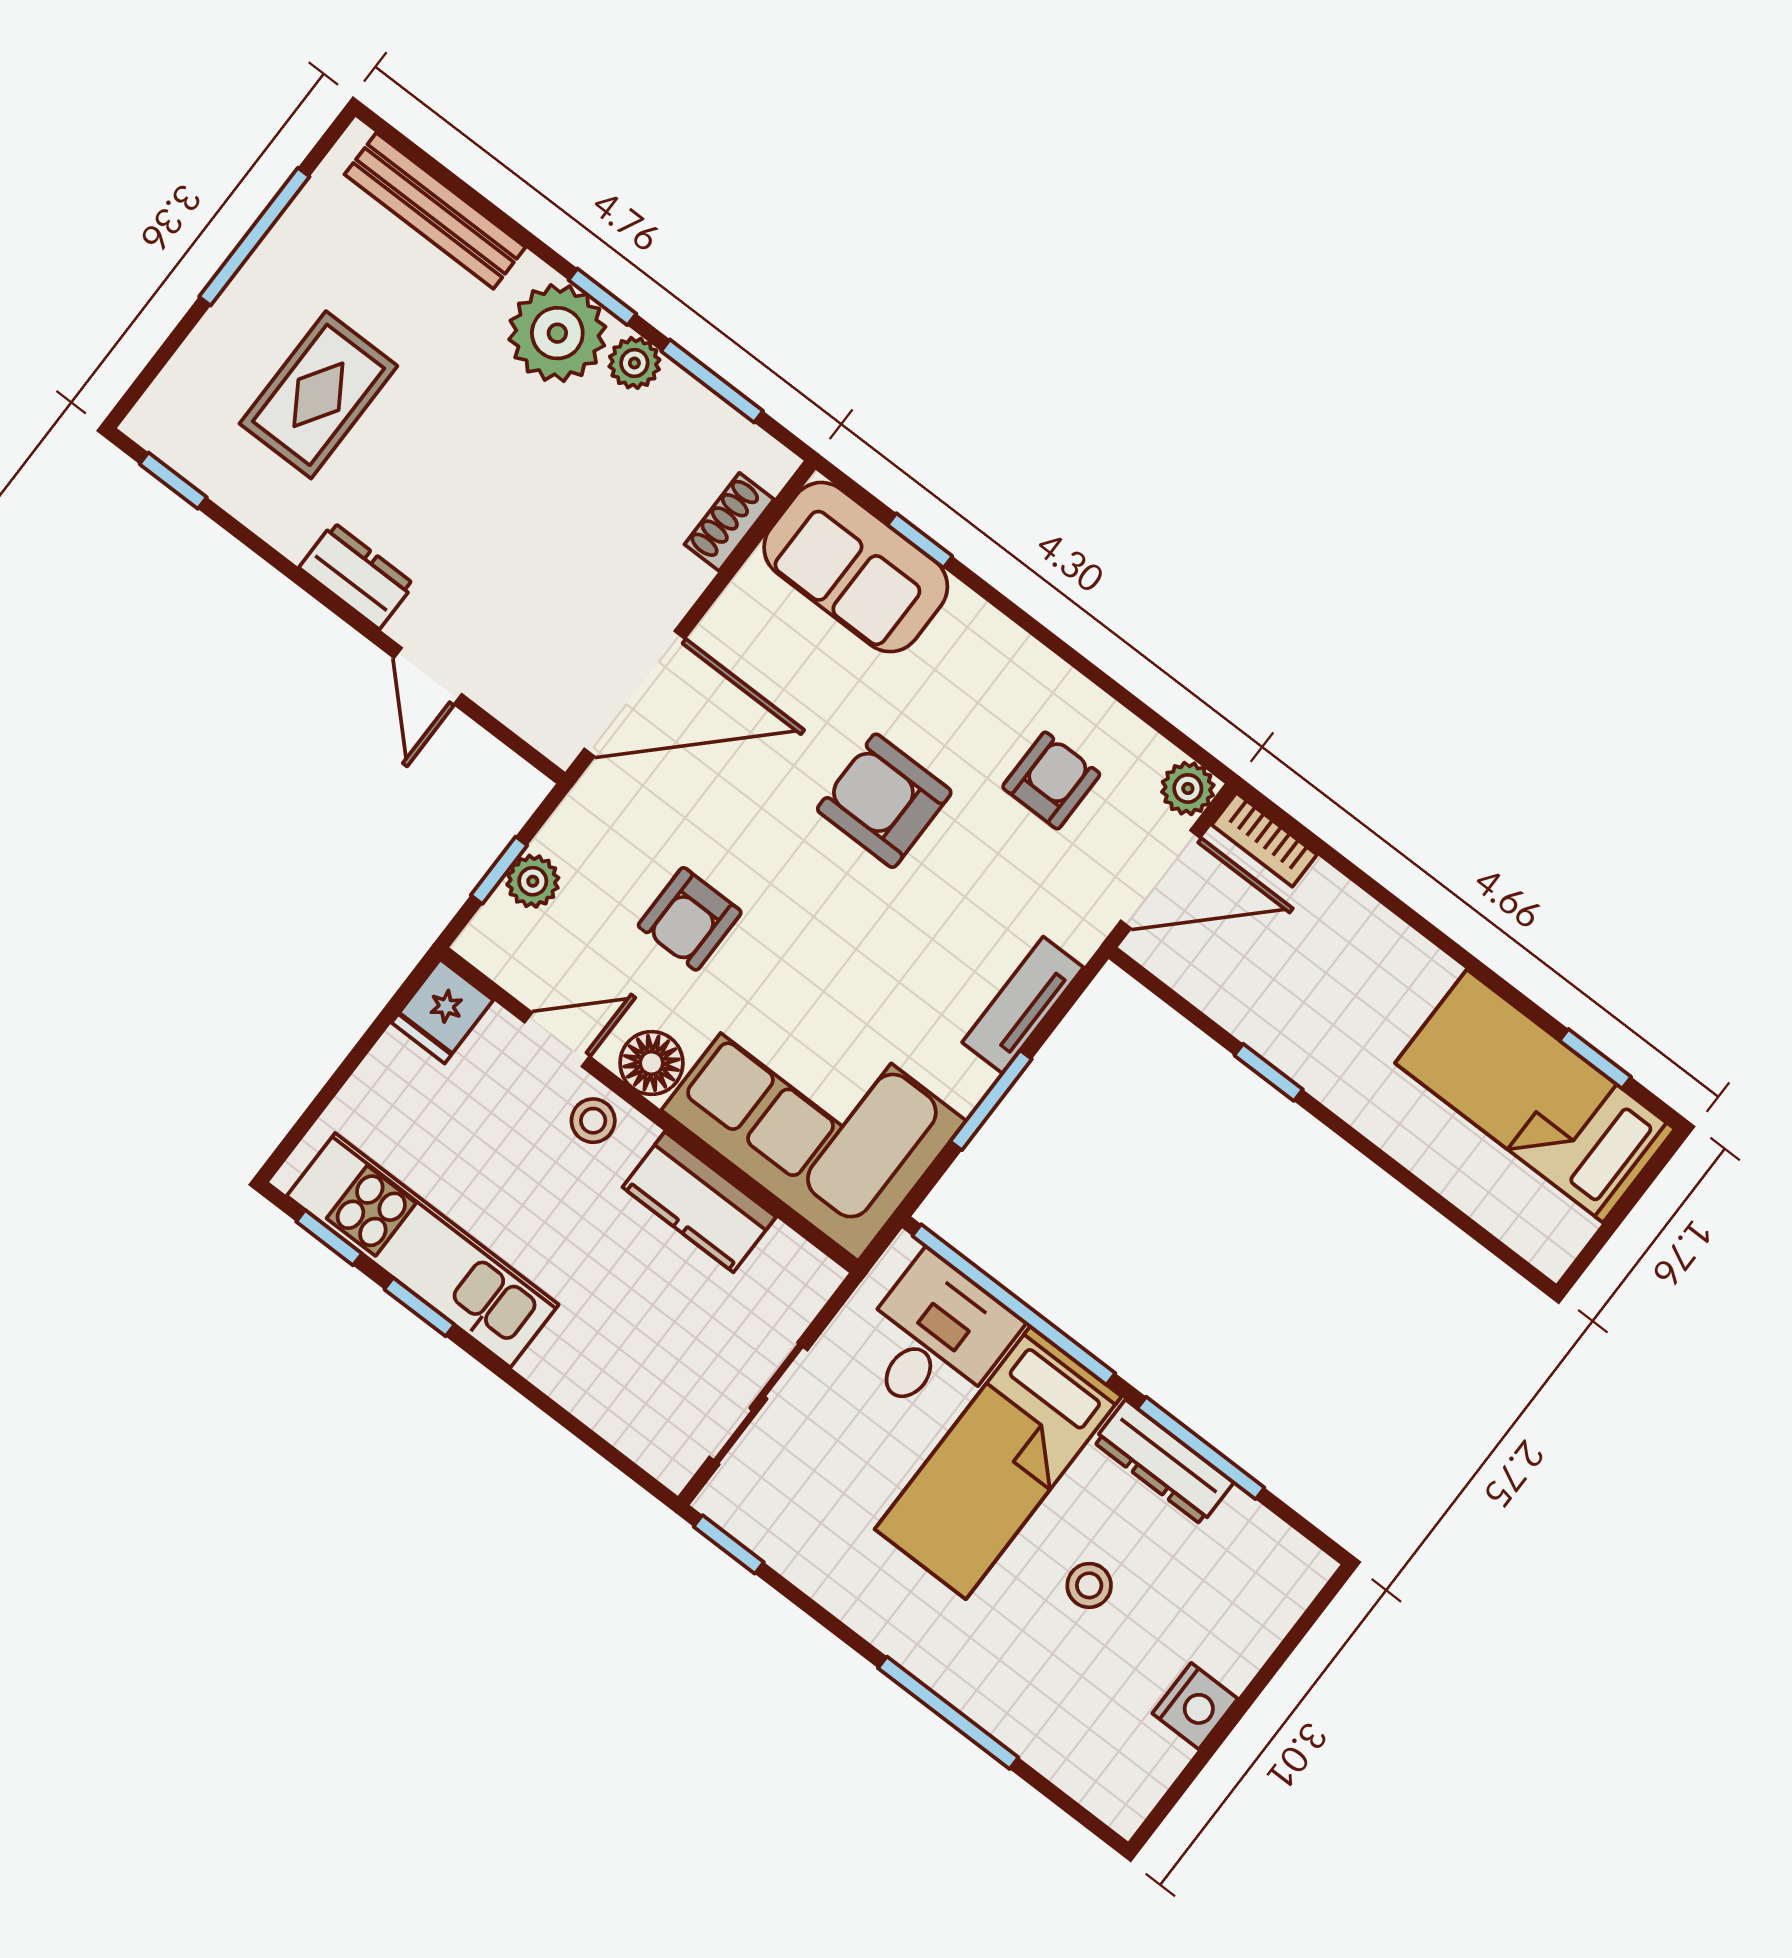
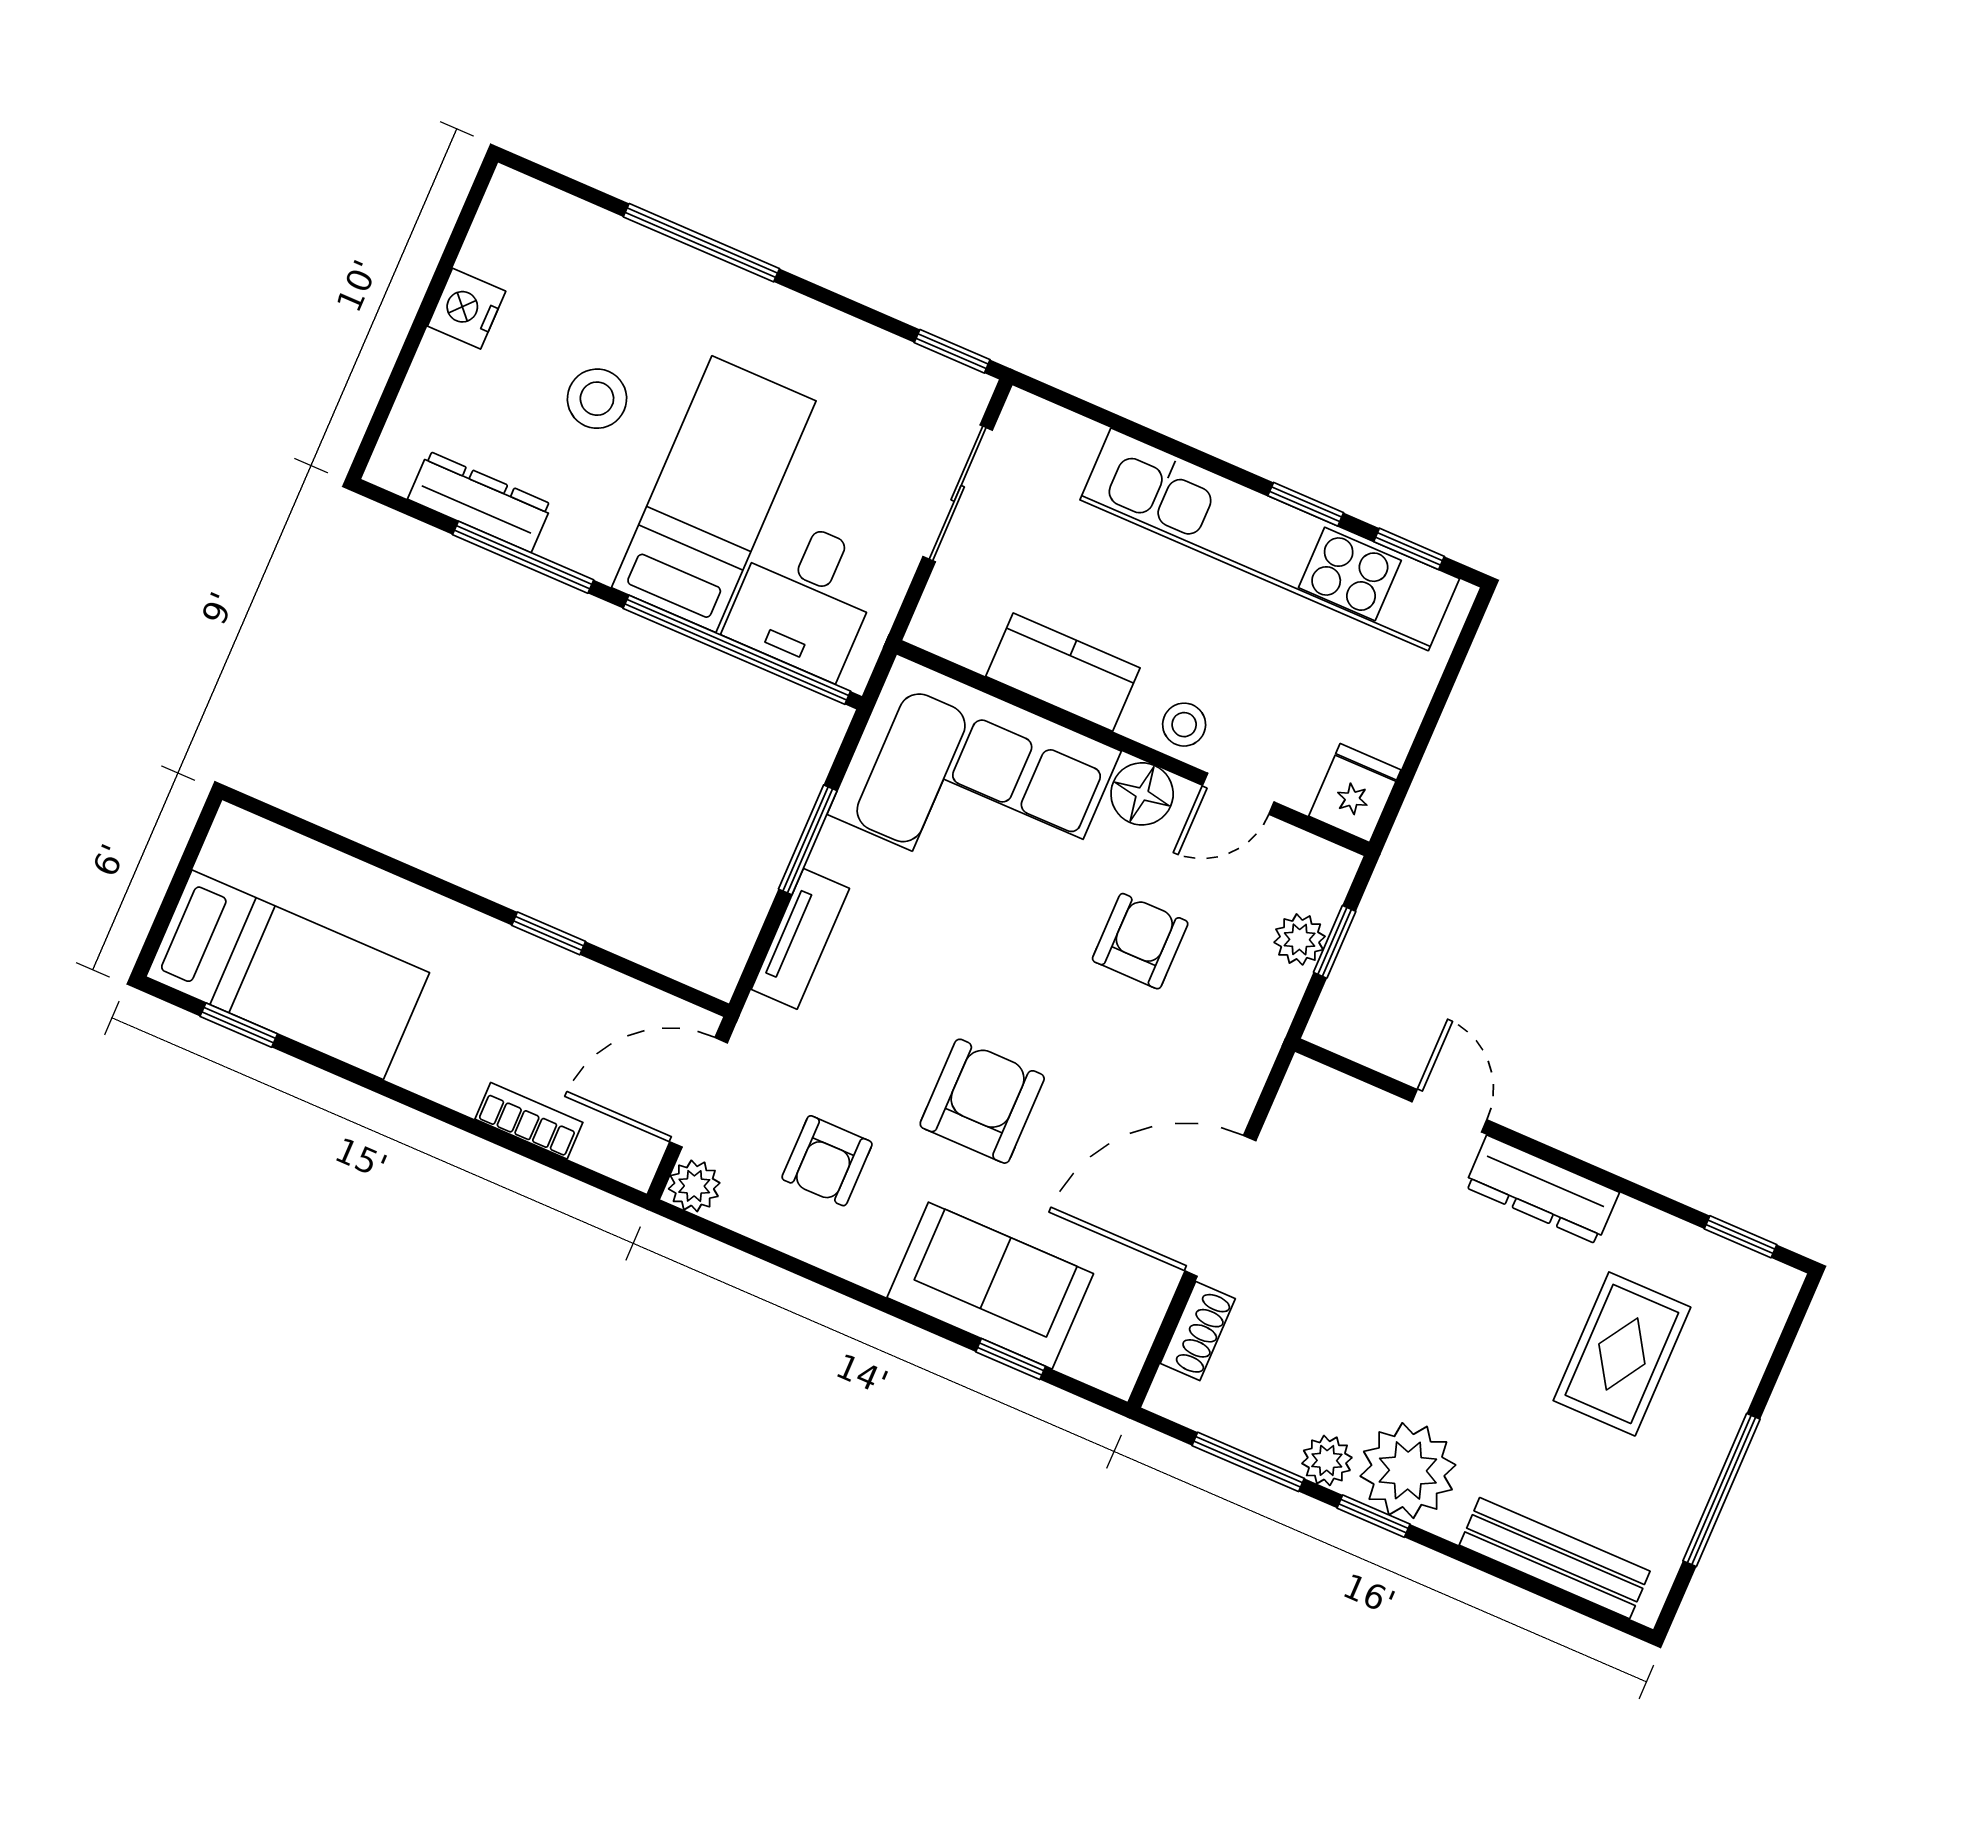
sofa: (856, 567) -> (990, 1286), moved
dresser: (357, 576) -> (1542, 1190), width x1.44
door: (634, 694) -> (1220, 1206), moved
armchair: (884, 801) -> (982, 1101), turned -90
bookcase: (1264, 840) -> (529, 1121), moved
kitchen unit: (423, 1250) -> (1270, 539), width x1.36
dresser: (1163, 1462) -> (480, 502), moved
stool: (1089, 1585) -> (597, 399), width x1.37, depth x1.37

